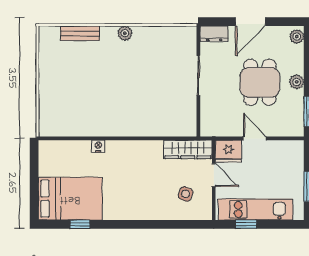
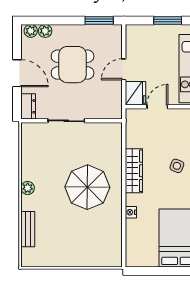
plant: (297, 82) -> (45, 31), moved
parasol: (126, 99) -> (87, 187), added
wardrobe: (188, 149) -> (134, 171), moved
side table: (186, 194) -> (177, 166), moved

